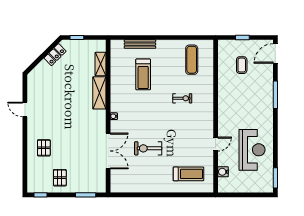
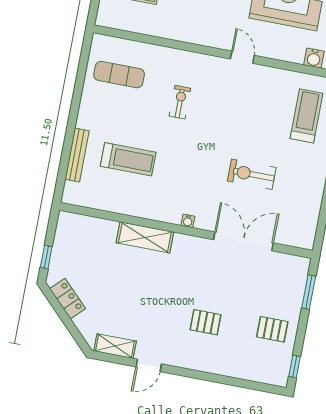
shelving: (101, 64) -> (115, 346), moved
door: (216, 144) -> (242, 57), moved
pallet: (44, 148) -> (205, 322), moved
exercise bike: (148, 148) -> (252, 174), turned 90

